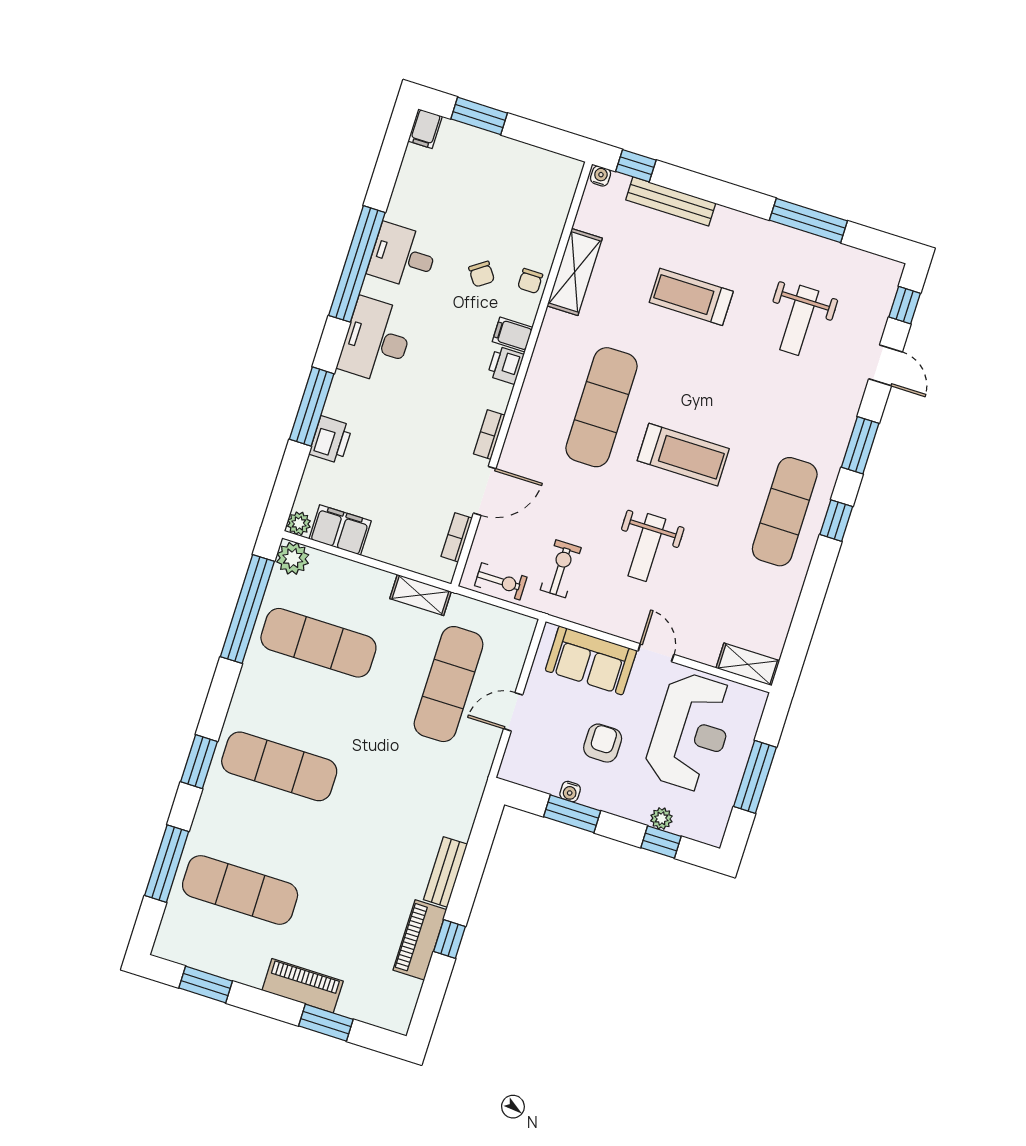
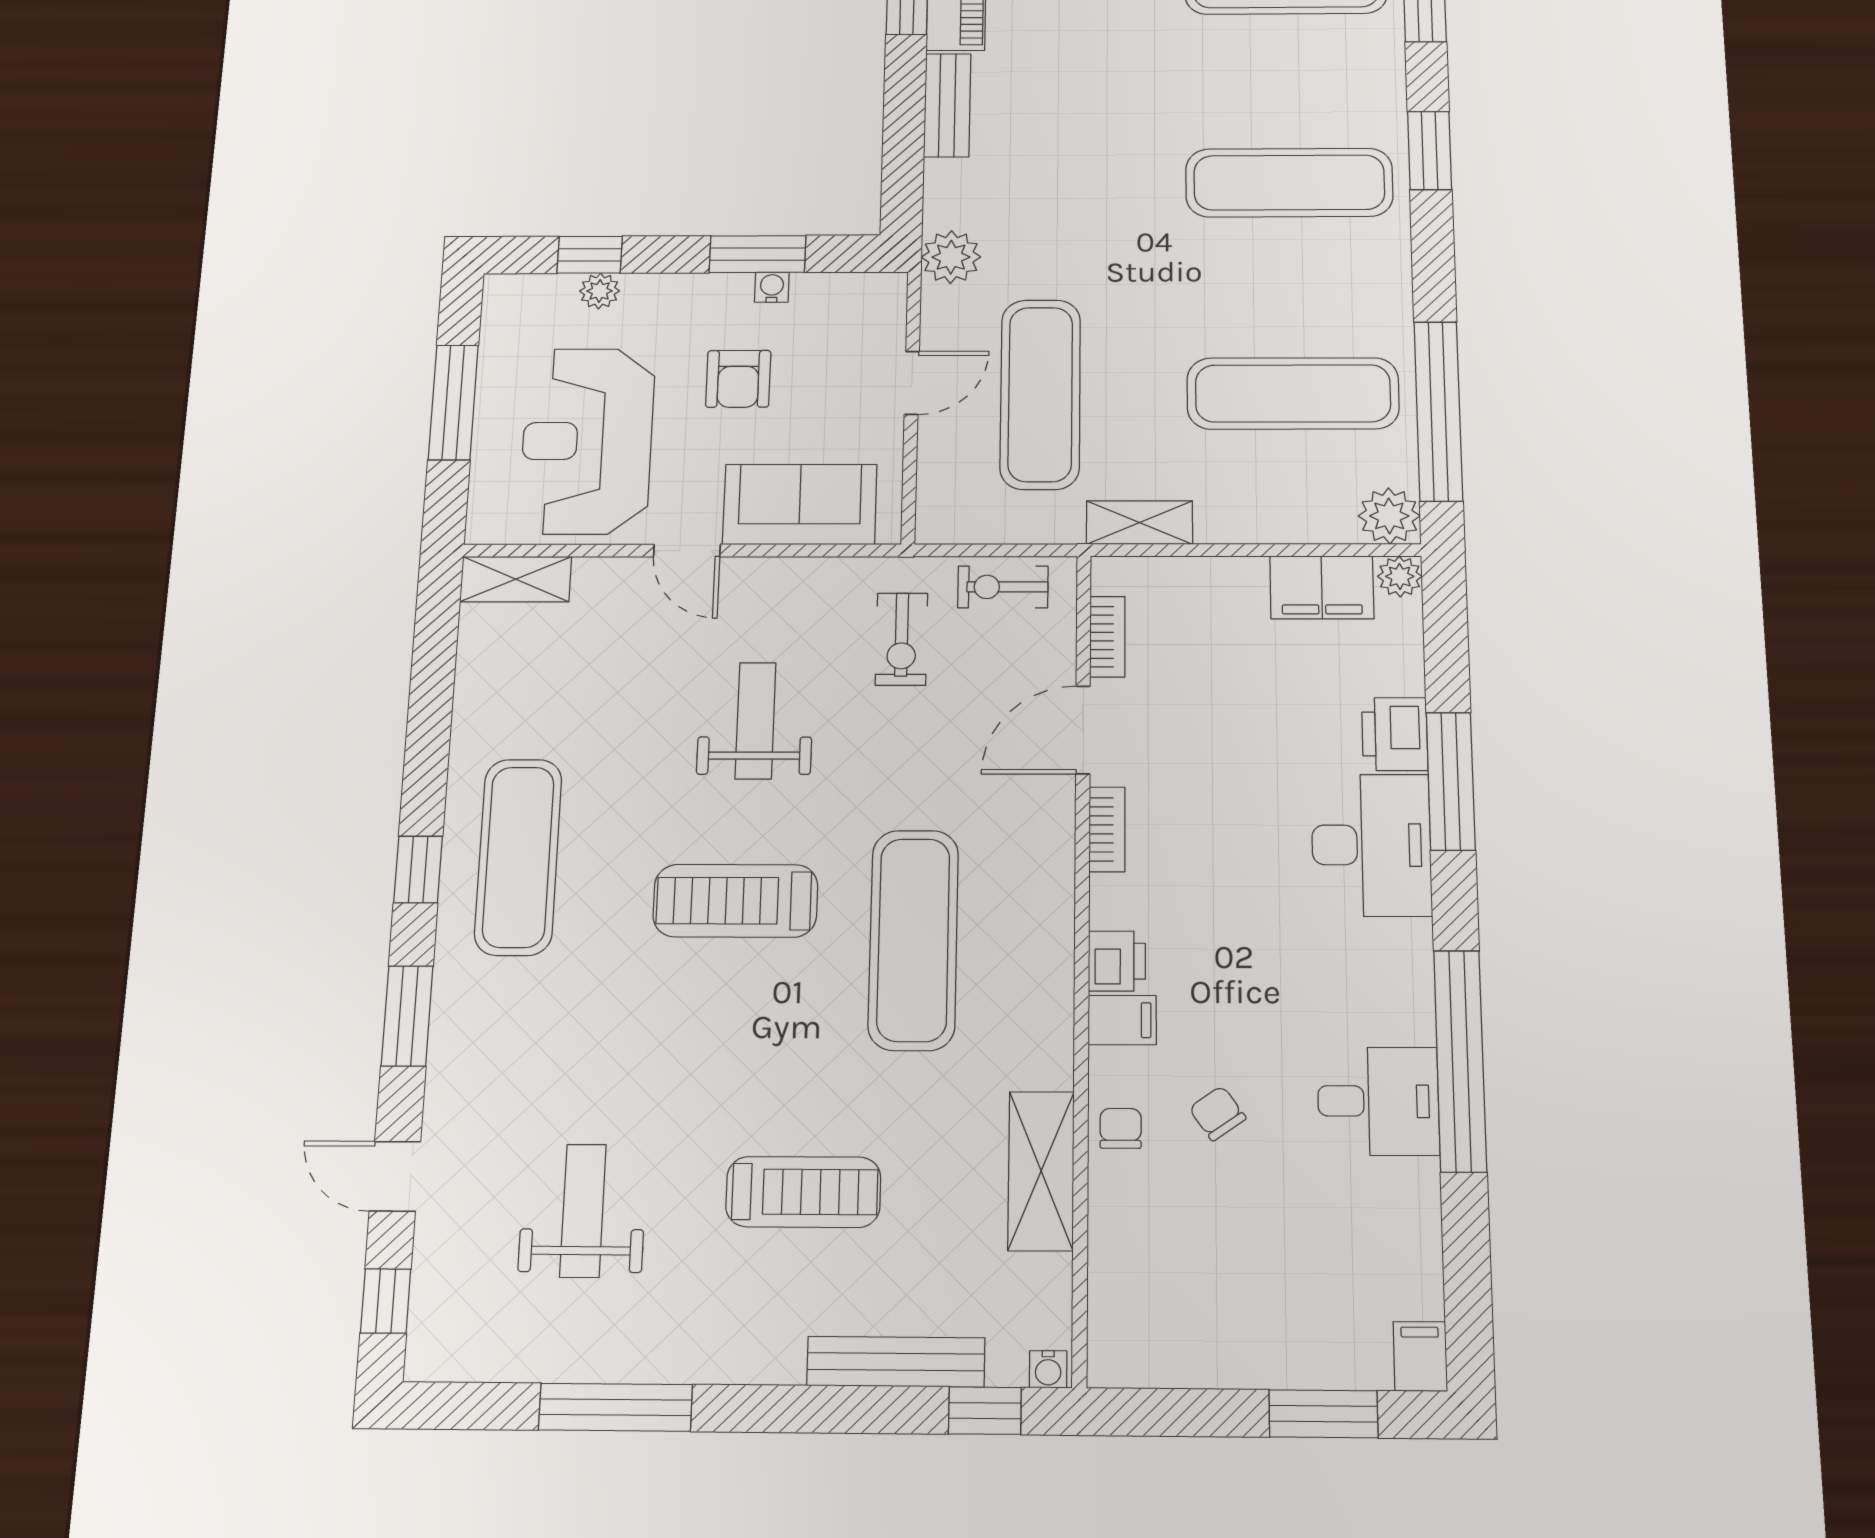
desk: (376, 341) -> (1371, 845), moved
plant: (471, 779) -> (951, 257), added

